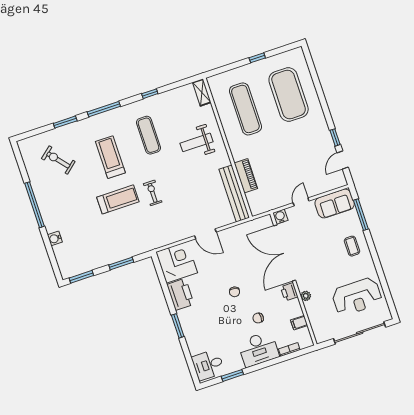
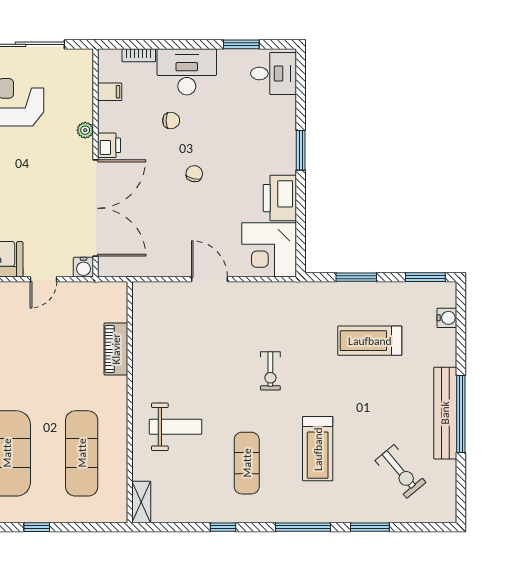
bench: (234, 193) -> (445, 413), moved
treadmill: (118, 199) -> (370, 341), moved
water cooler: (55, 238) -> (447, 318), moved

